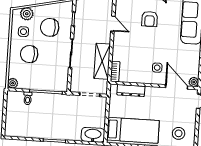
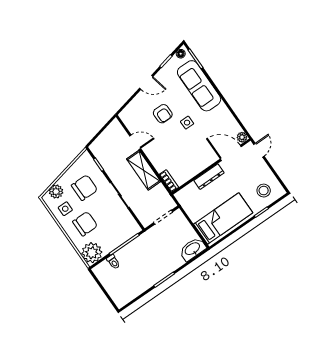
chair: (50, 27) -> (84, 188), turned 180
chair: (29, 54) -> (85, 224), turned 180
shelving: (102, 61) -> (144, 170), moved
side table: (157, 68) -> (187, 123), moved
plant: (13, 83) -> (92, 253), width x1.88, depth x1.88
dresser: (131, 91) -> (209, 177), moved

